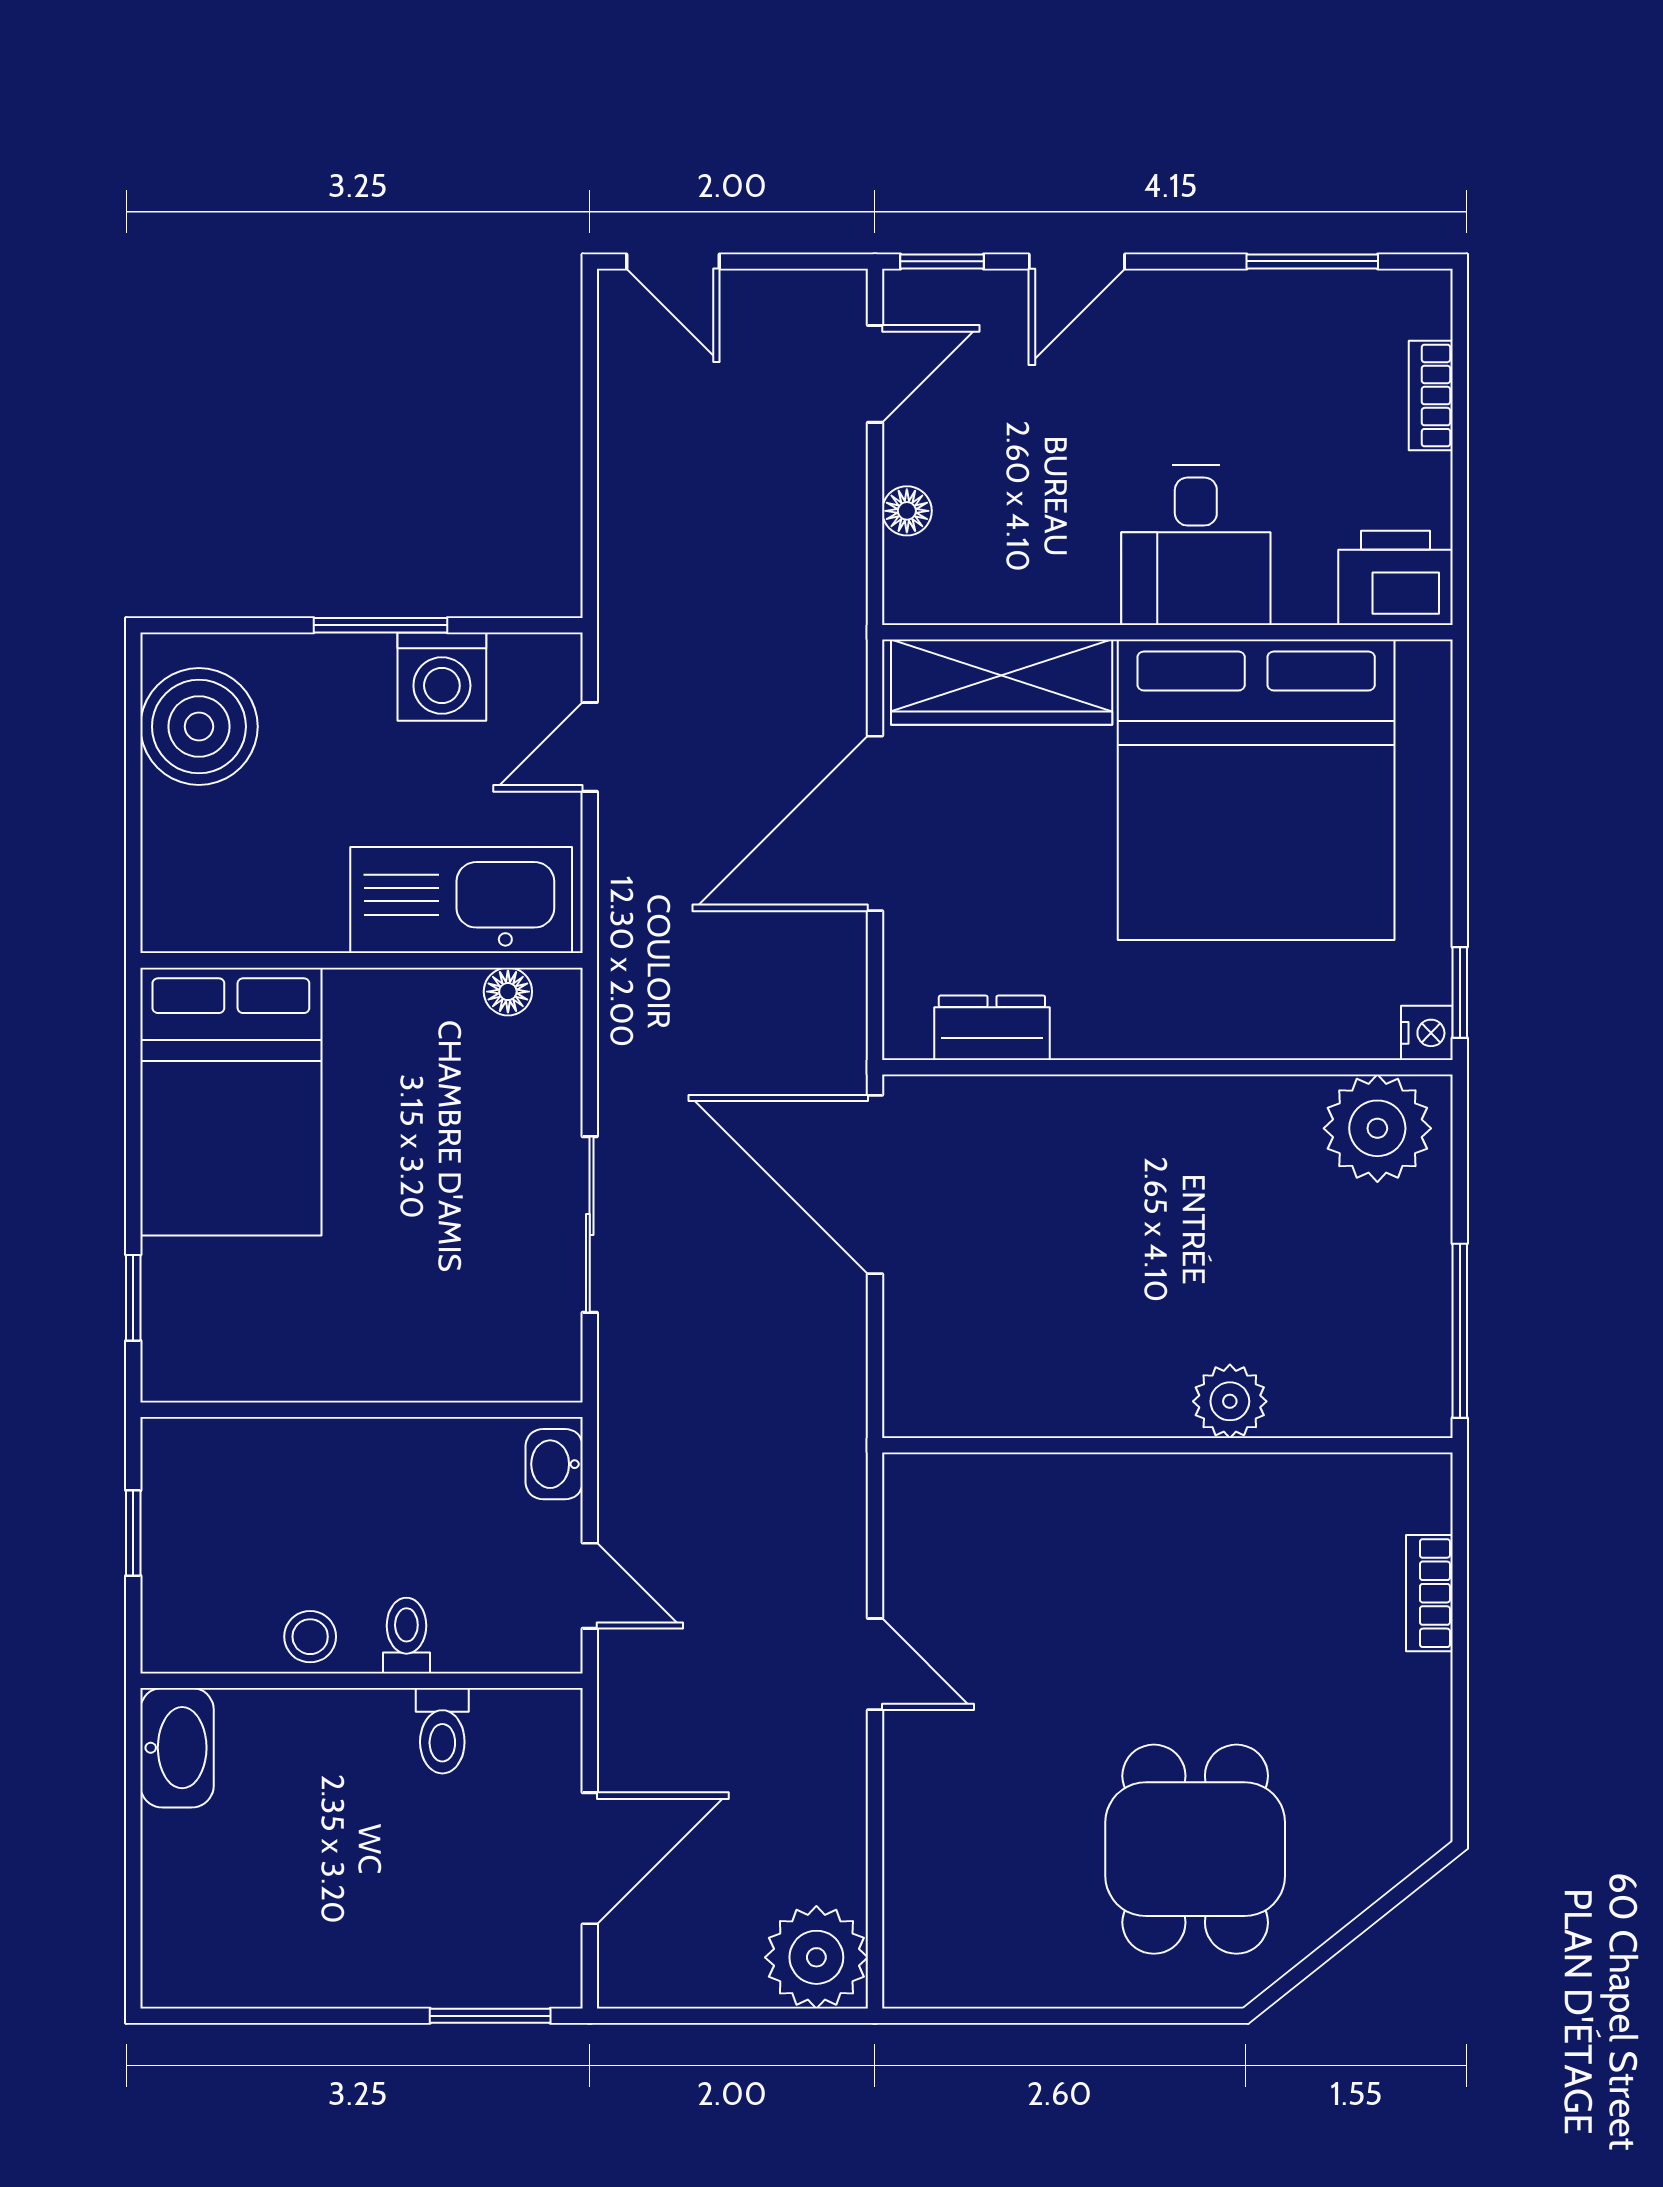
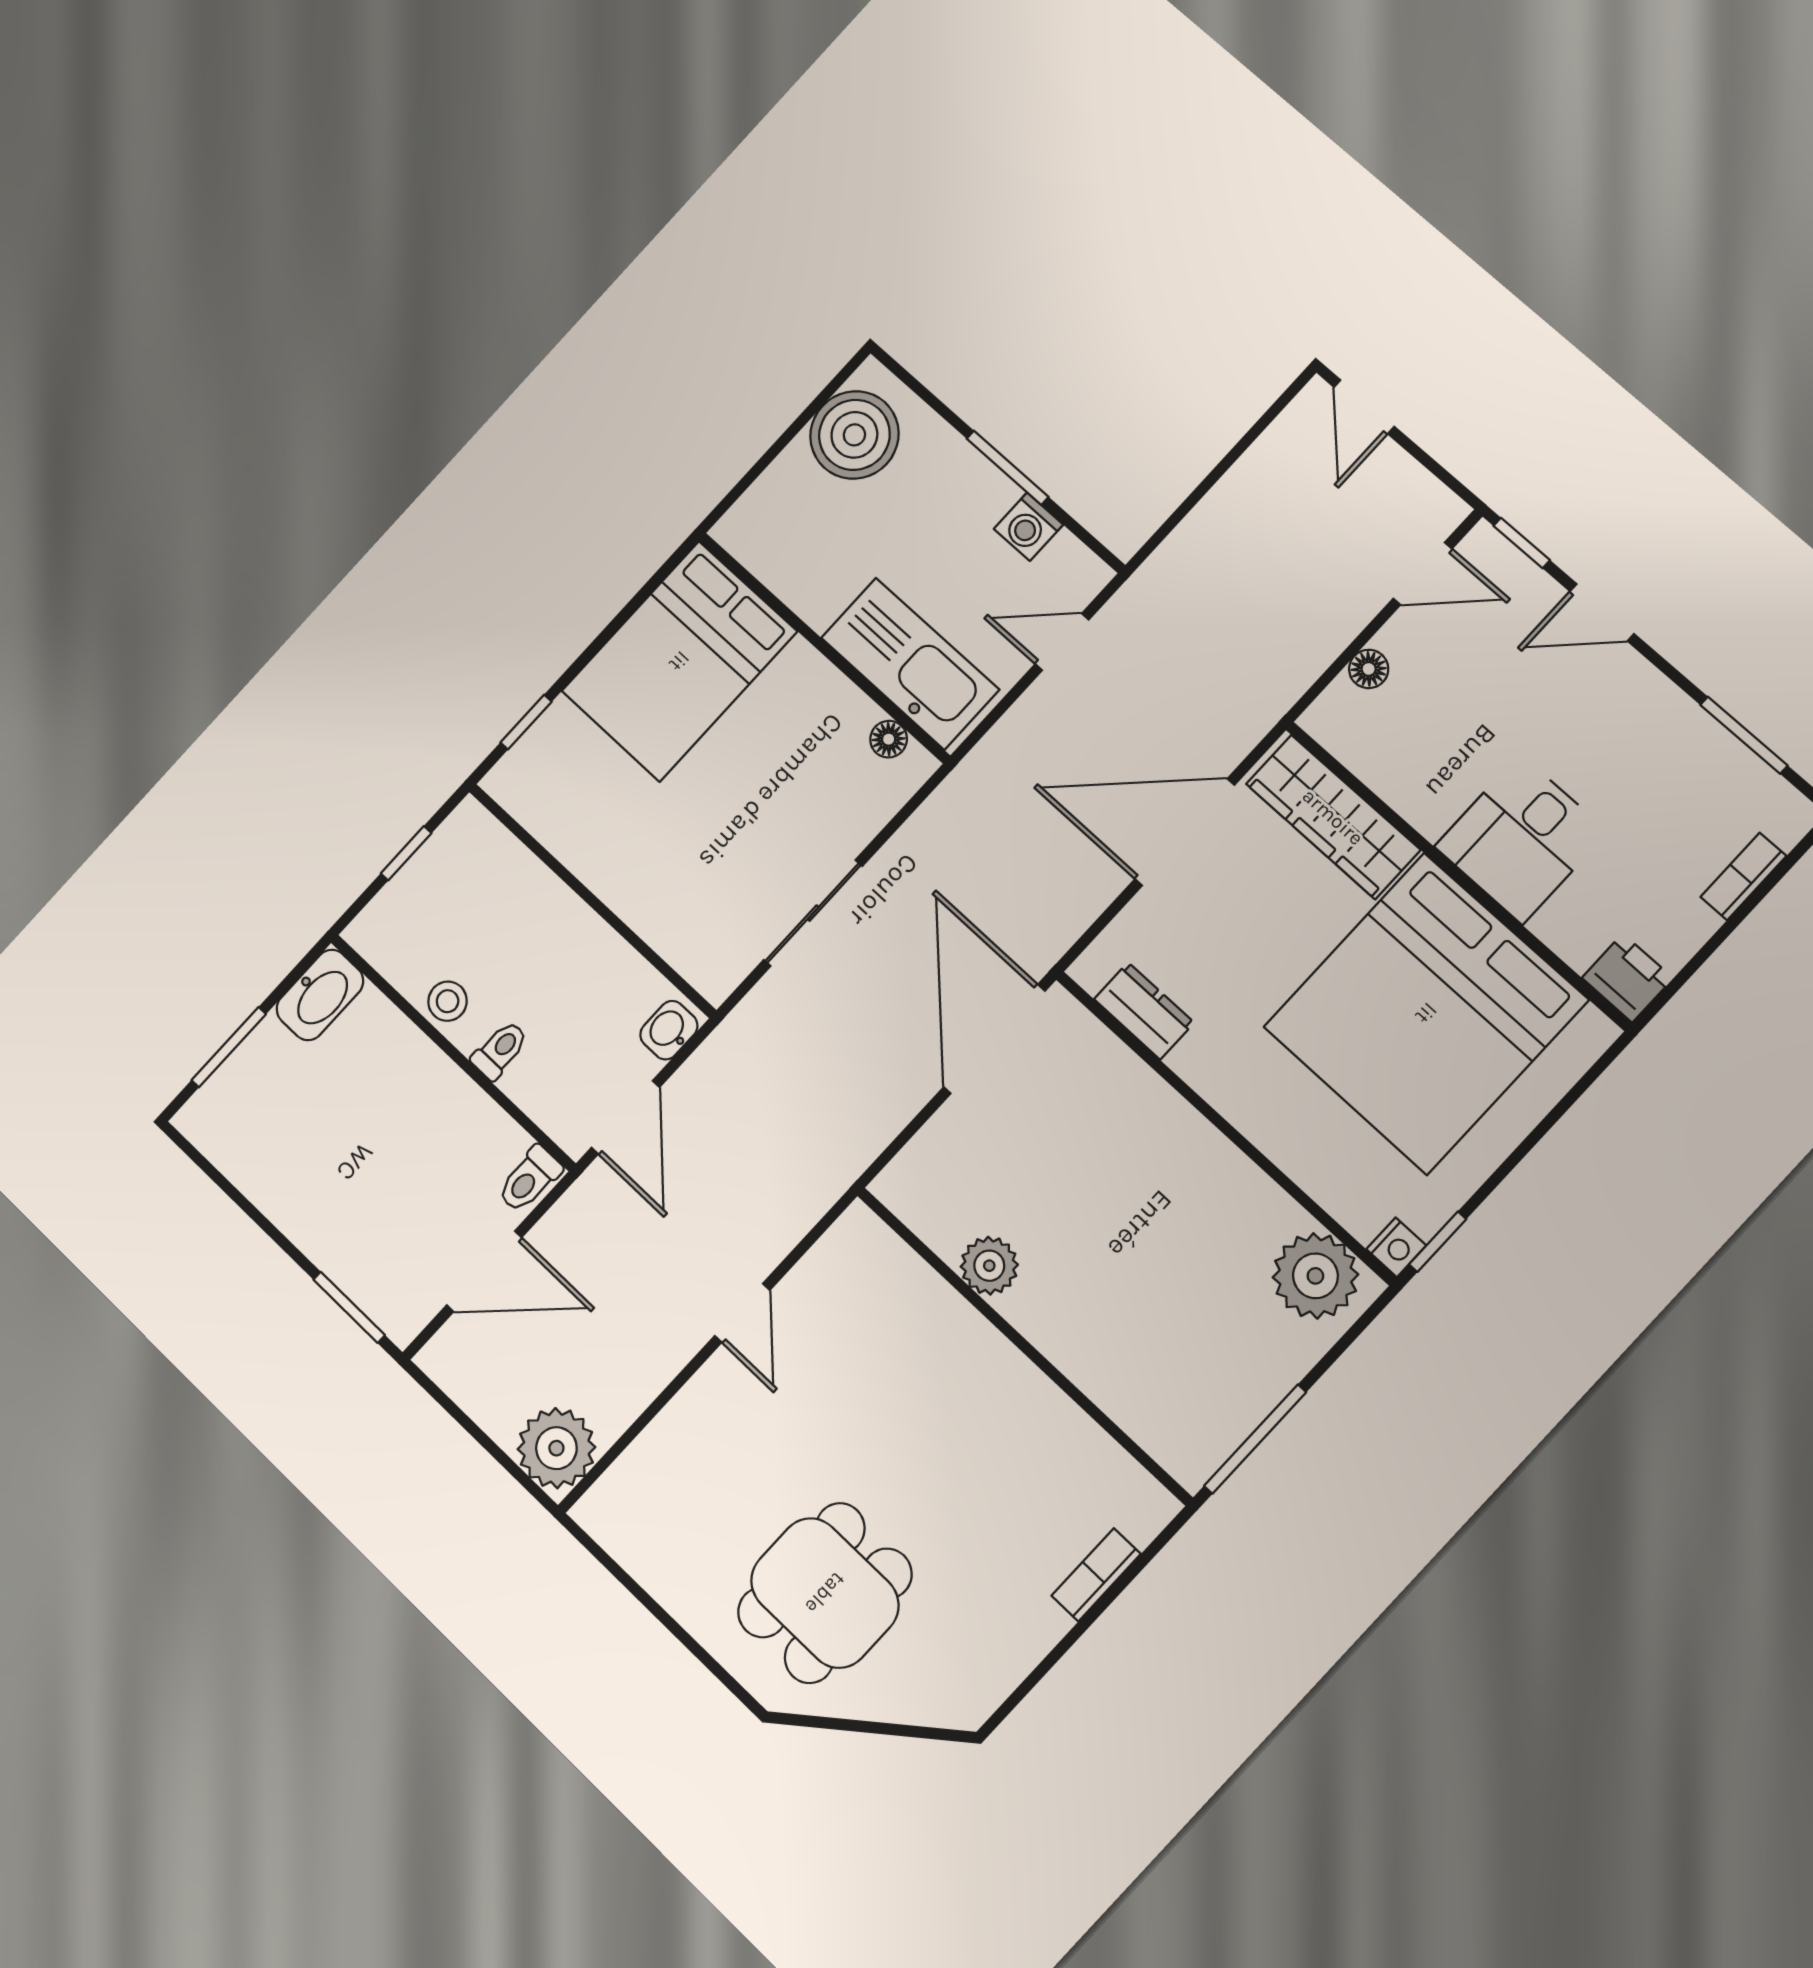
printer: (1395, 578) -> (1627, 978), width x0.73, depth x0.81
washing machine: (442, 677) -> (1028, 527), width x0.73, depth x0.73
plant: (1230, 1401) -> (989, 1266), moved
door: (590, 1586) -> (625, 1117), width x1.38
toilet: (442, 1731) -> (529, 1179), moved
window: (133, 1882) -> (229, 1047), added

